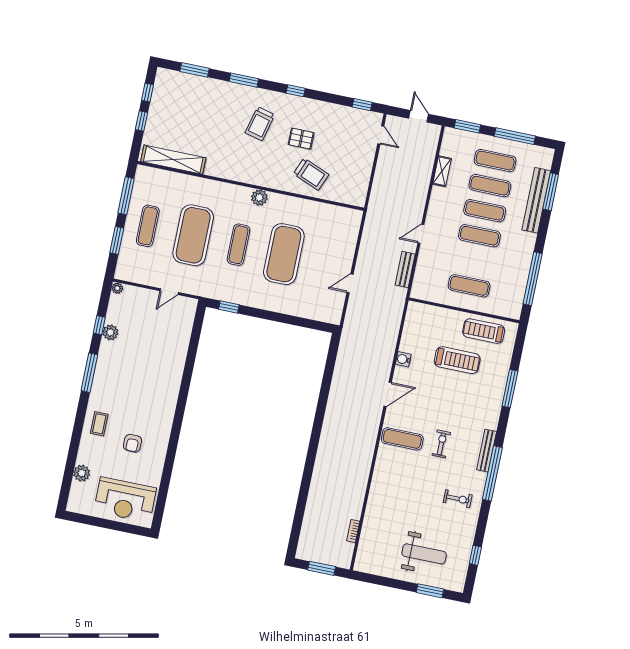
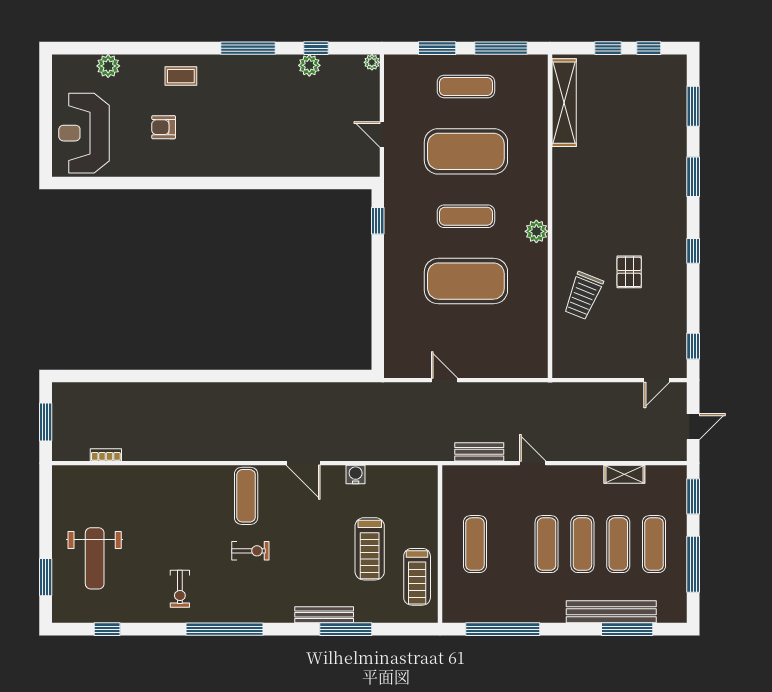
trolley: (260, 124) -> (638, 211), removed
treadmill: (484, 331) -> (417, 577), turned 180
bench: (487, 451) -> (324, 615), moved

